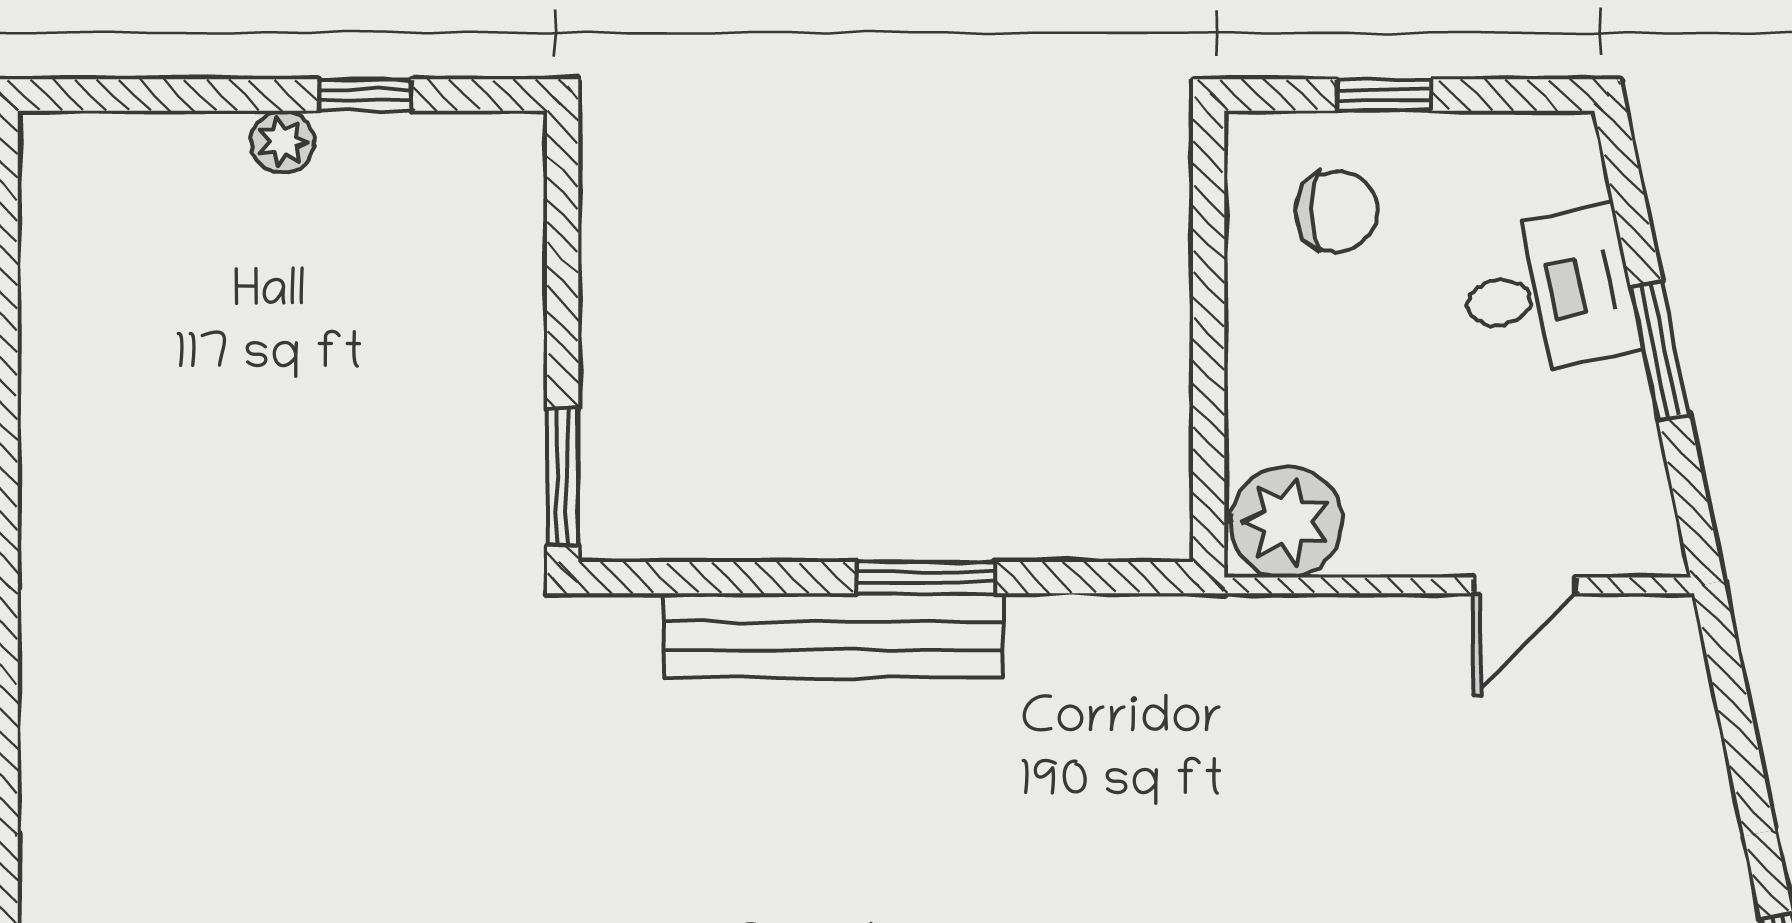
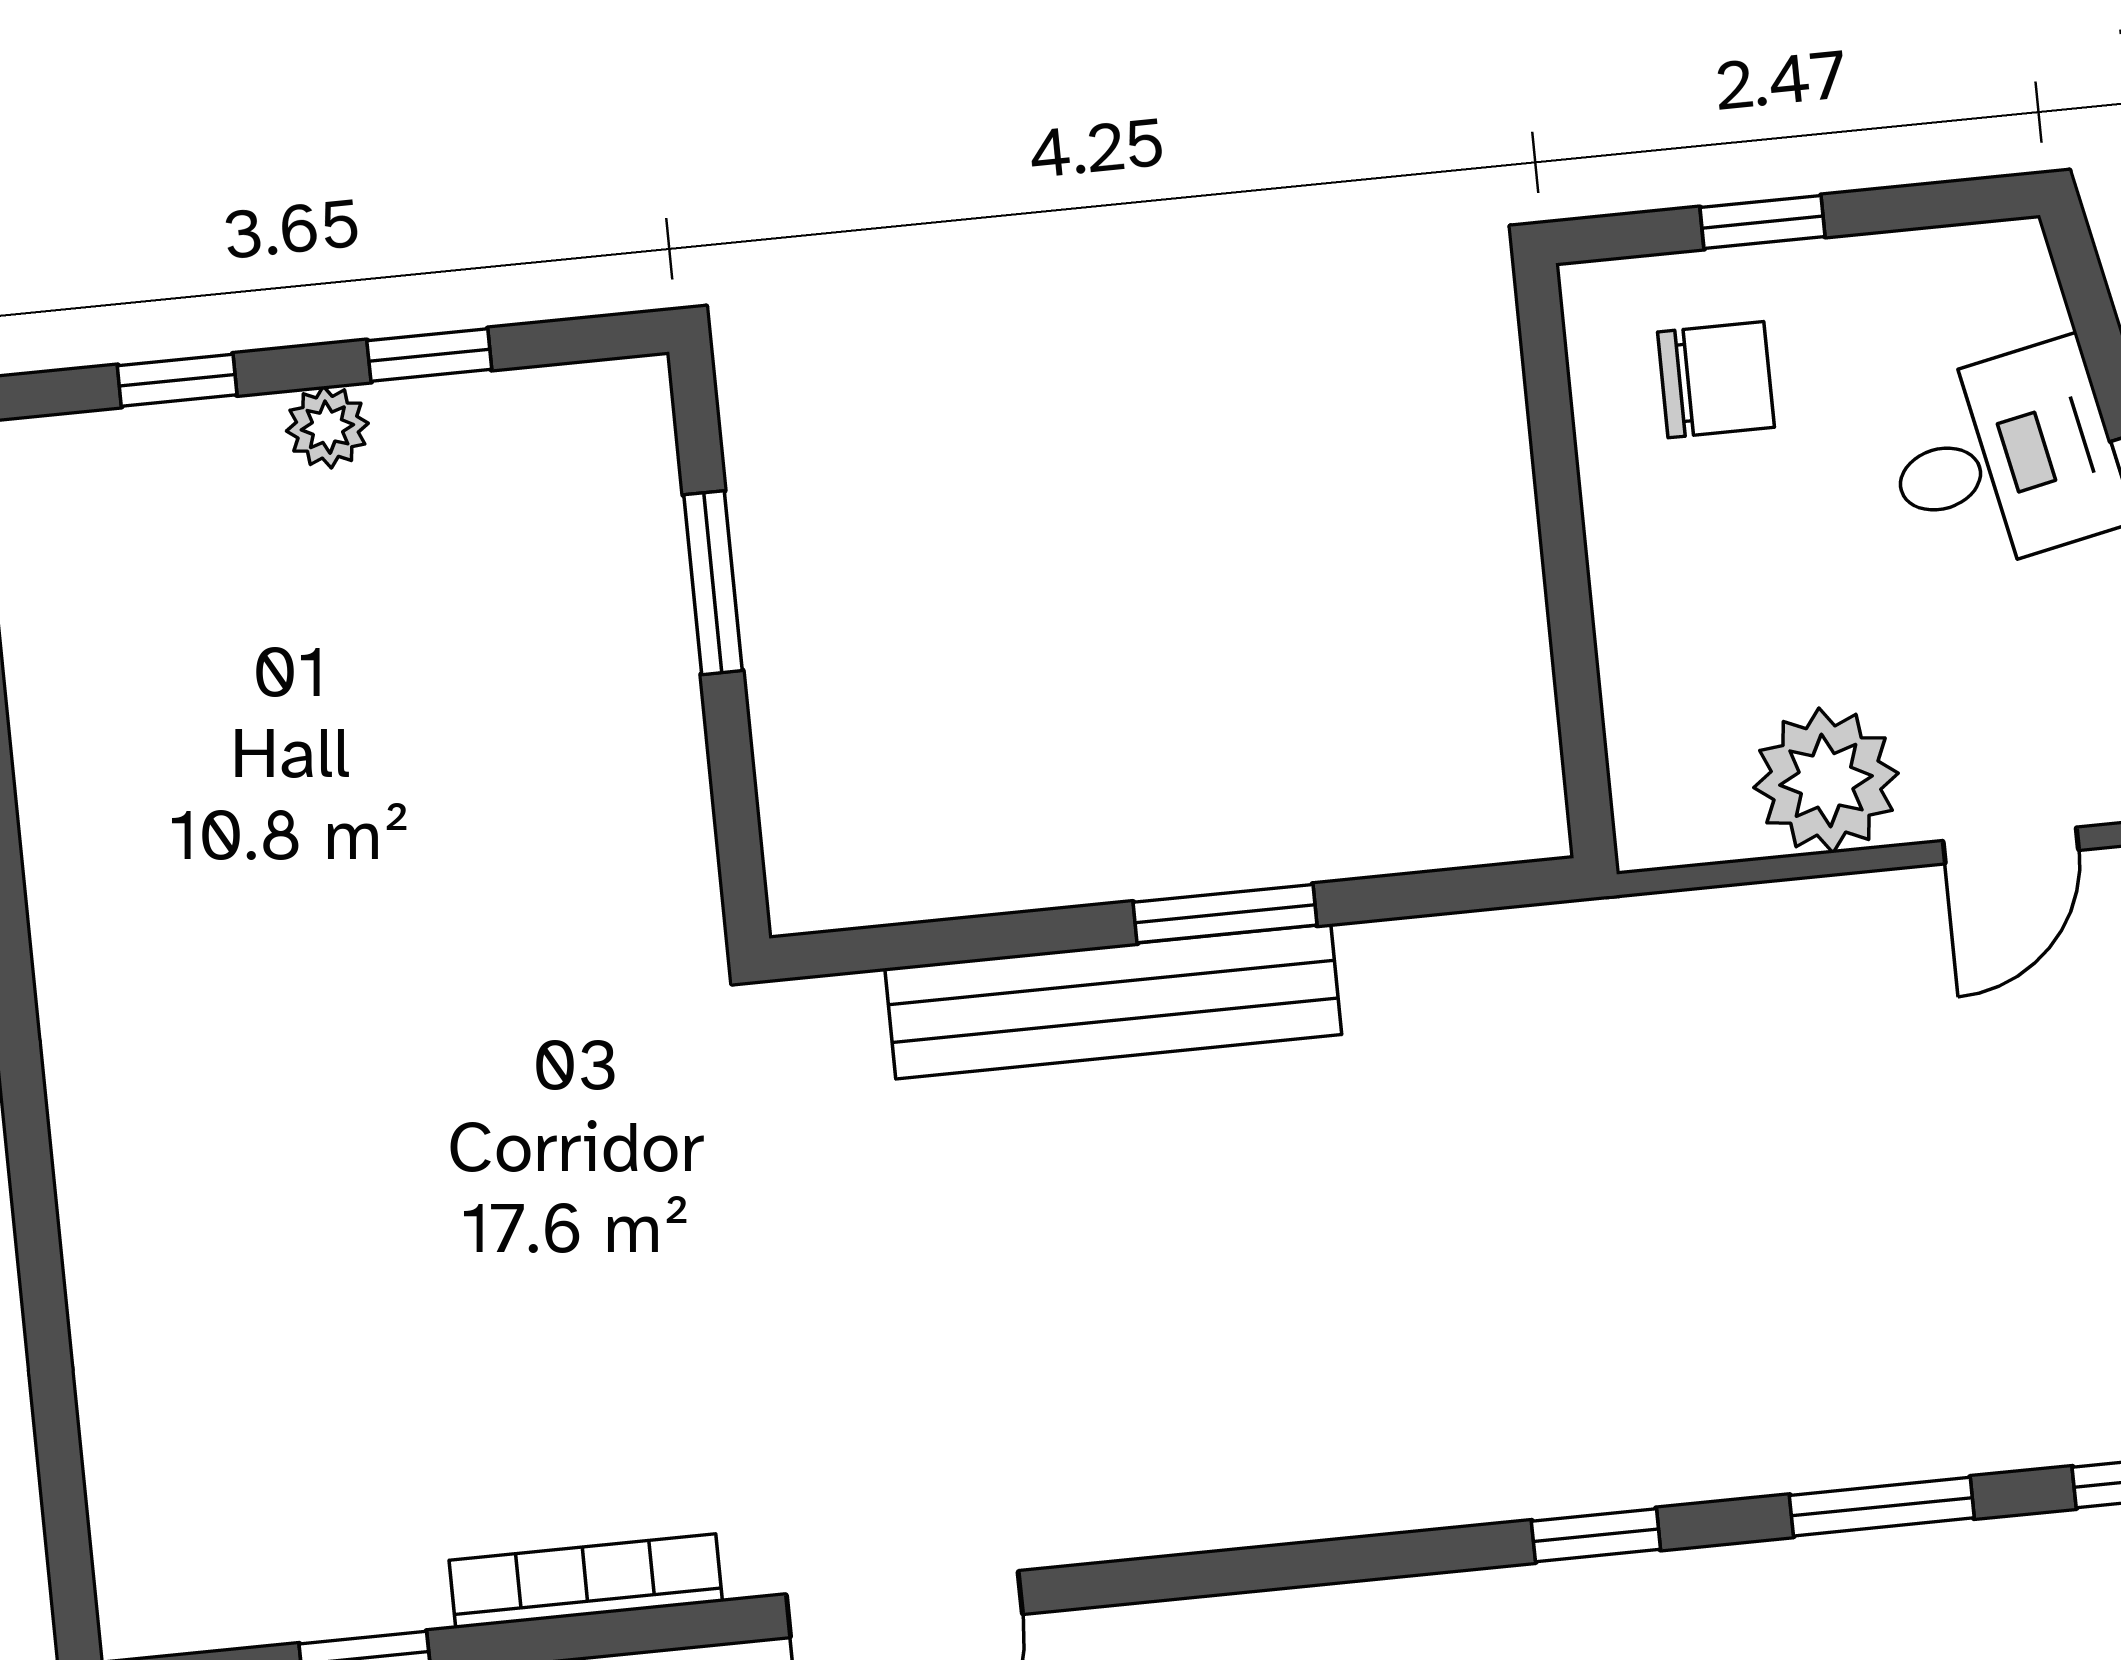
window: (173, 95) -> (177, 380), added
window: (563, 477) -> (713, 583), moved
plant: (1286, 522) -> (1826, 780), moved

